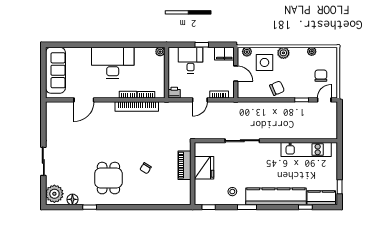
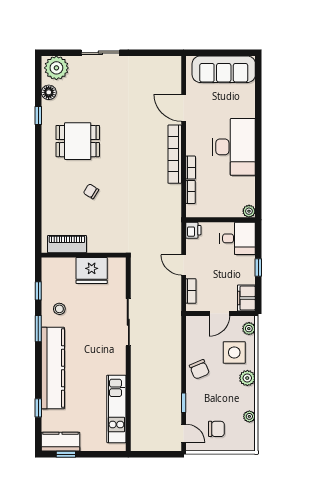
desk: (191, 60) -> (238, 238), moved
bookcase: (137, 106) -> (175, 154), moved
piano: (184, 165) -> (67, 244), moved
kitchen counter: (321, 198) -> (61, 442), moved, turned -90
window: (209, 207) -> (38, 291), moved

